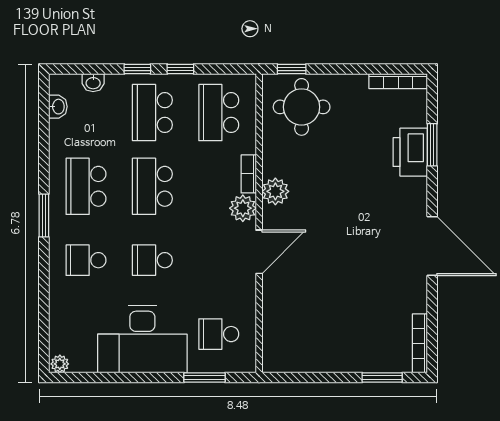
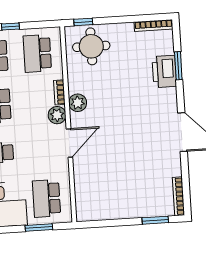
school desk: (219, 334) -> (46, 198), width x1.85

